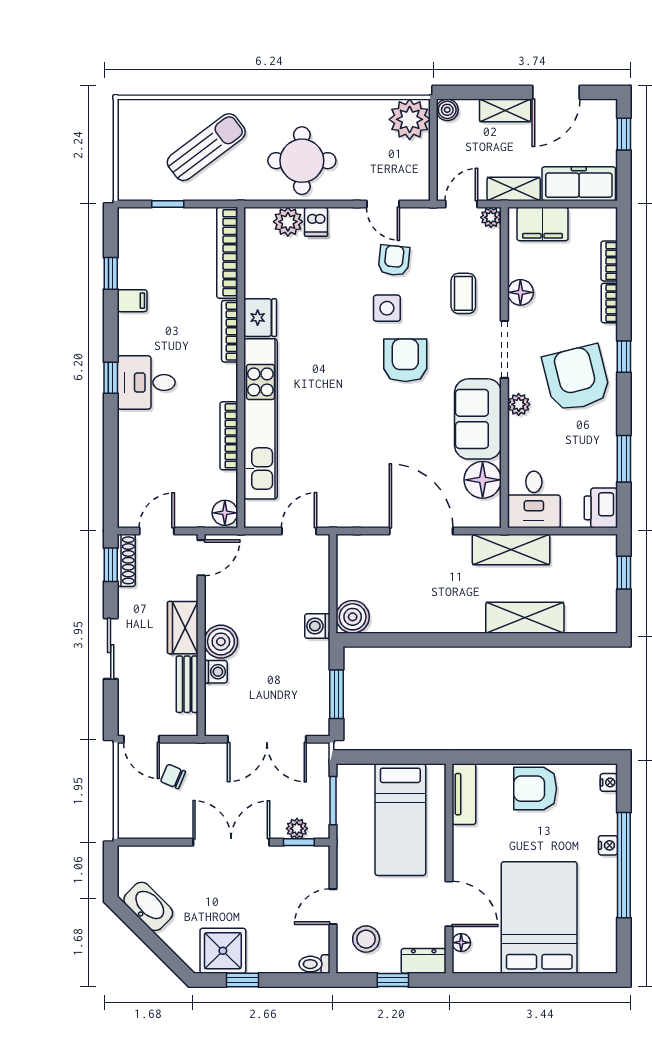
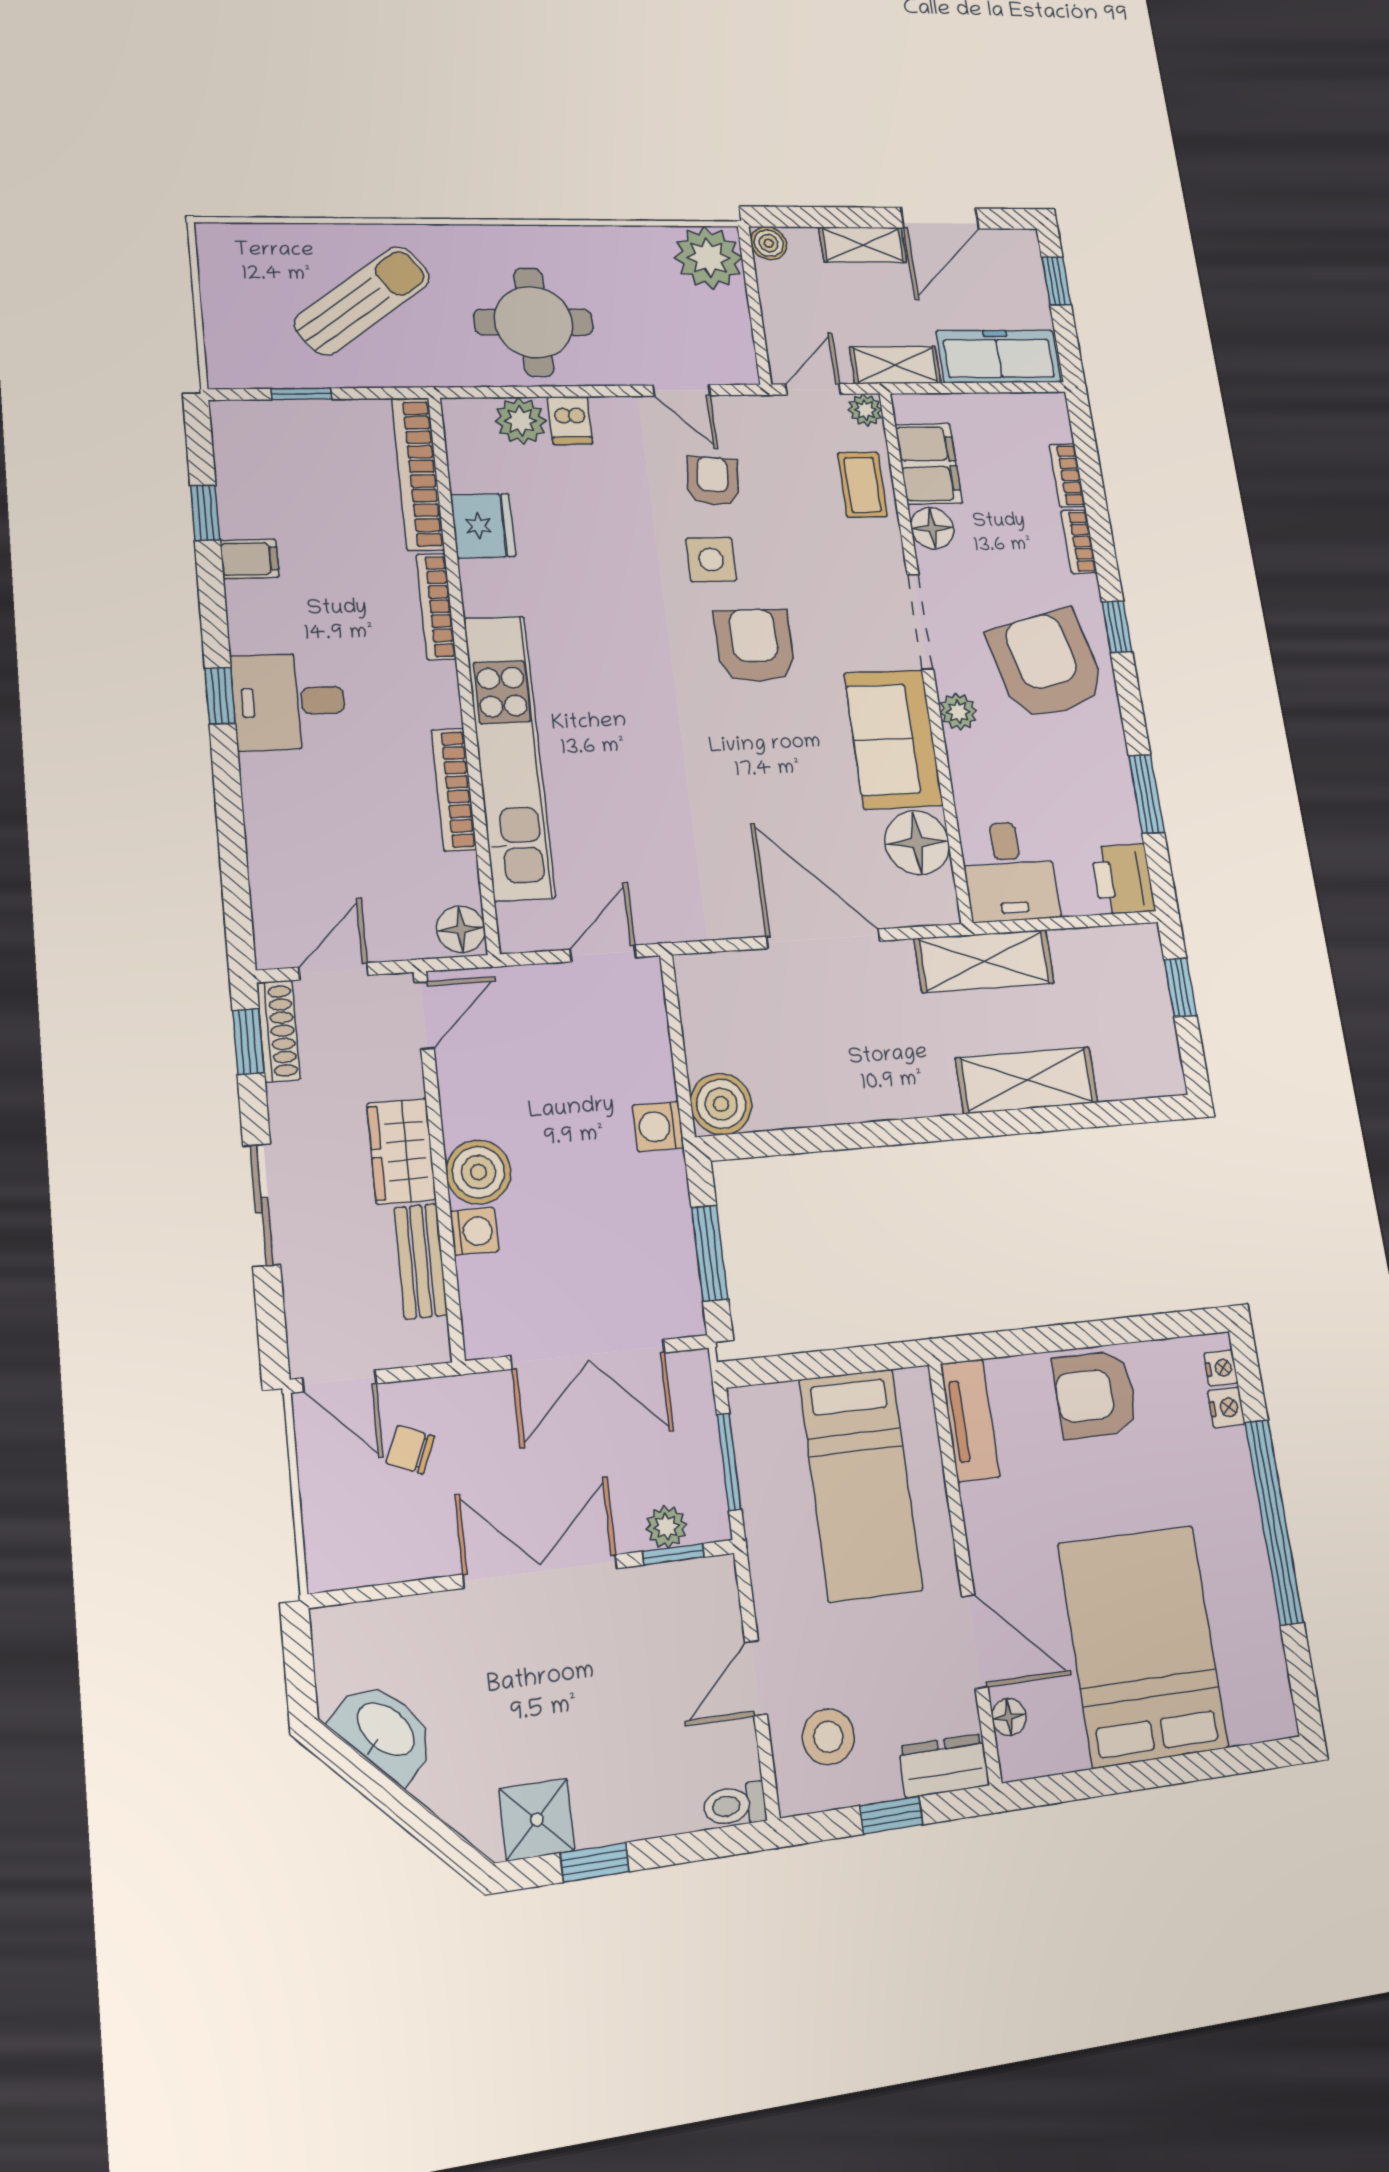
filing cabinet: (543, 224) -> (929, 464), moved, turned -90
coffee table: (463, 293) -> (863, 485), moved
fridge: (260, 318) -> (483, 526), moved
nightstand: (608, 845) -> (1226, 1408), moved
shower: (223, 951) -> (537, 1820), width x0.73, depth x0.73

